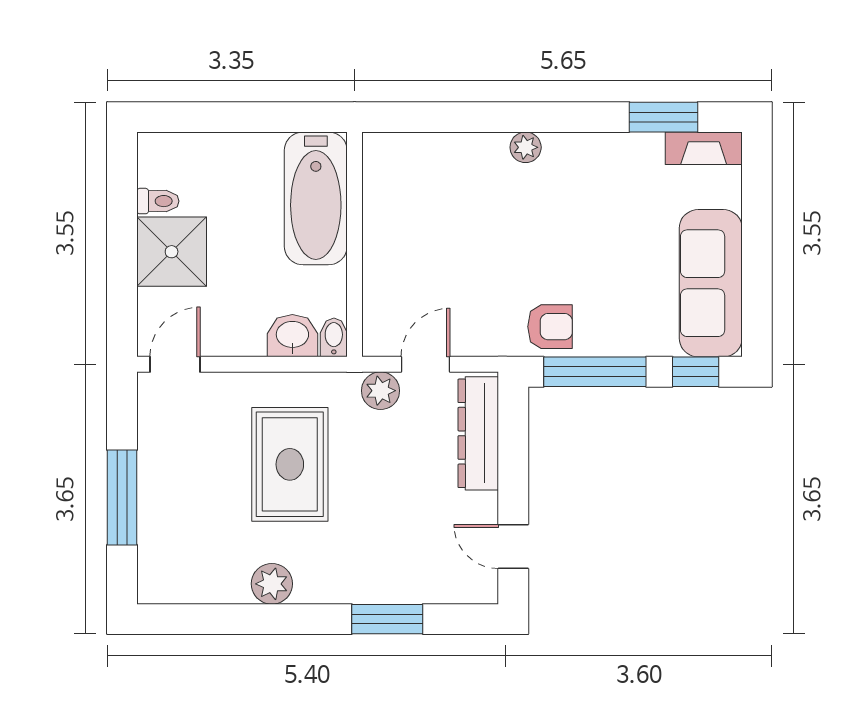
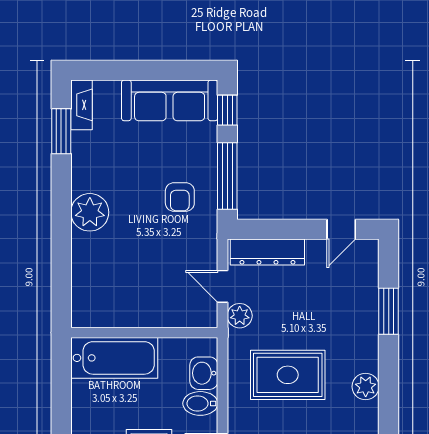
plant: (526, 147) -> (90, 212), width x1.87, depth x1.87
armchair: (550, 327) -> (180, 197), moved, turned 180
bidet: (334, 337) -> (200, 403), moved, width x1.38, depth x1.36

